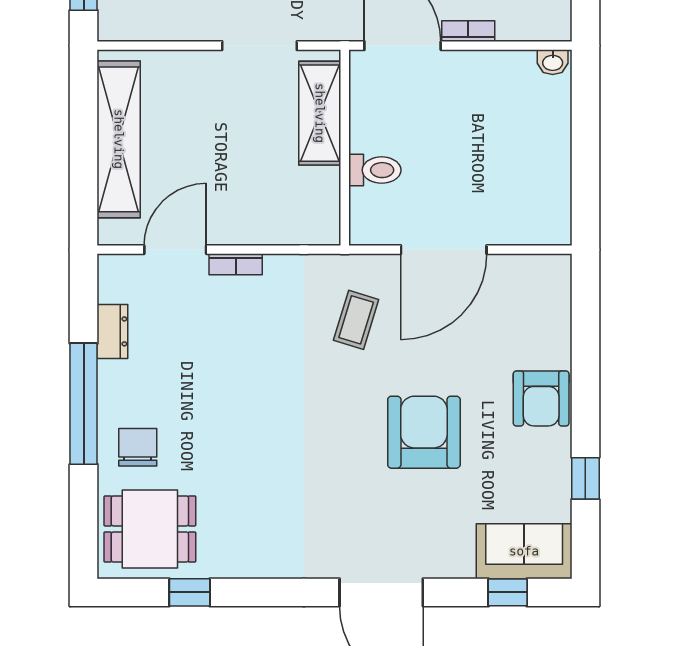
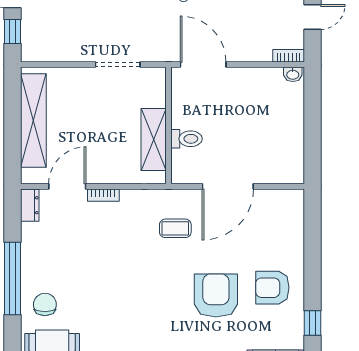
bookcase: (468, 31) -> (289, 56), moved
shelving: (320, 113) -> (154, 140), moved
coffee table: (356, 320) -> (175, 228), turned 73
dresser: (112, 331) -> (30, 205), moved
armchair: (541, 398) -> (272, 288), moved, turned 90

